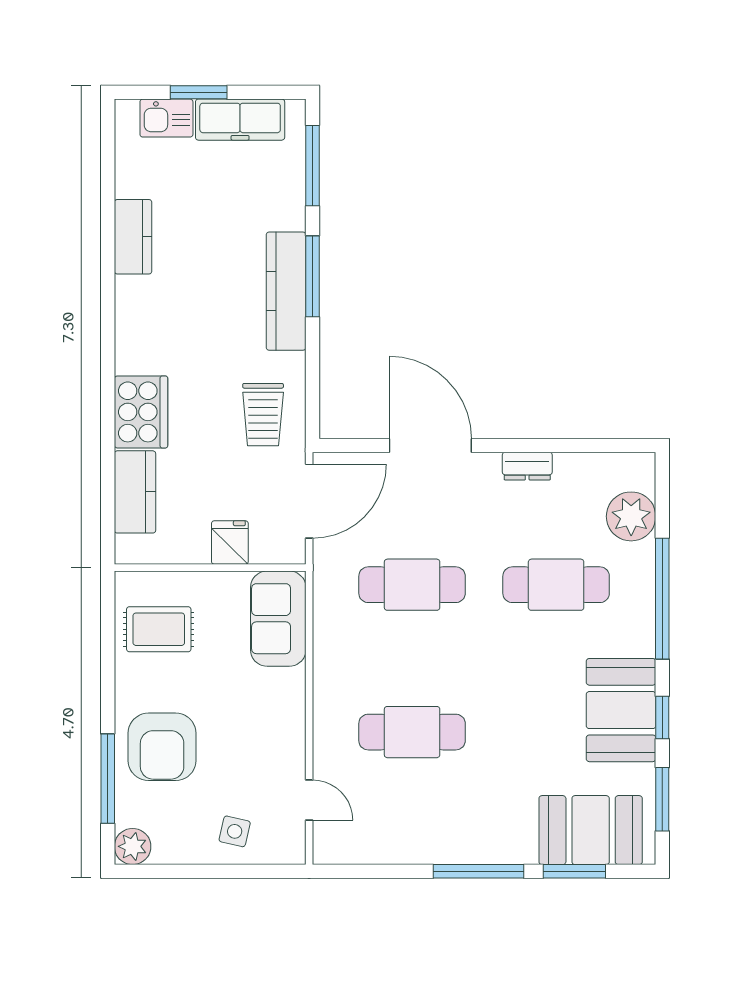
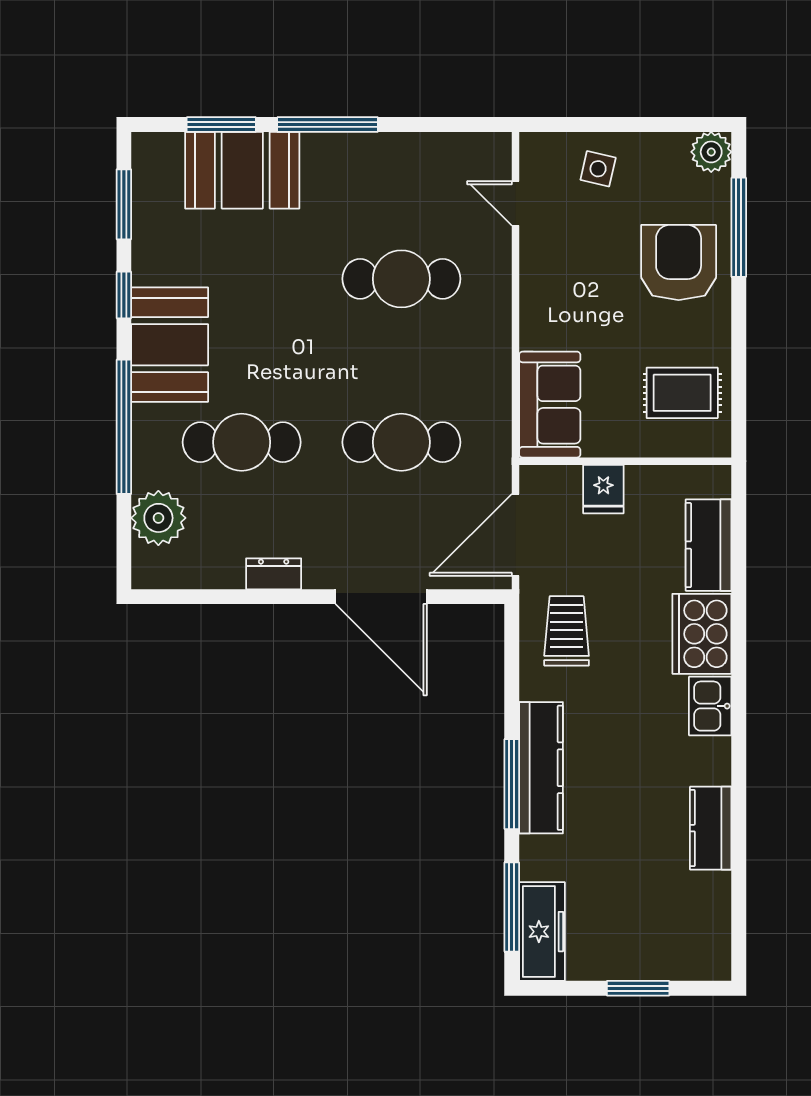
kitchen sink: (166, 118) -> (710, 706), moved, turned -90
freezer: (240, 120) -> (542, 932), moved, turned 90
booth: (621, 710) -> (170, 345), moved
booth: (591, 830) -> (242, 170), moved

